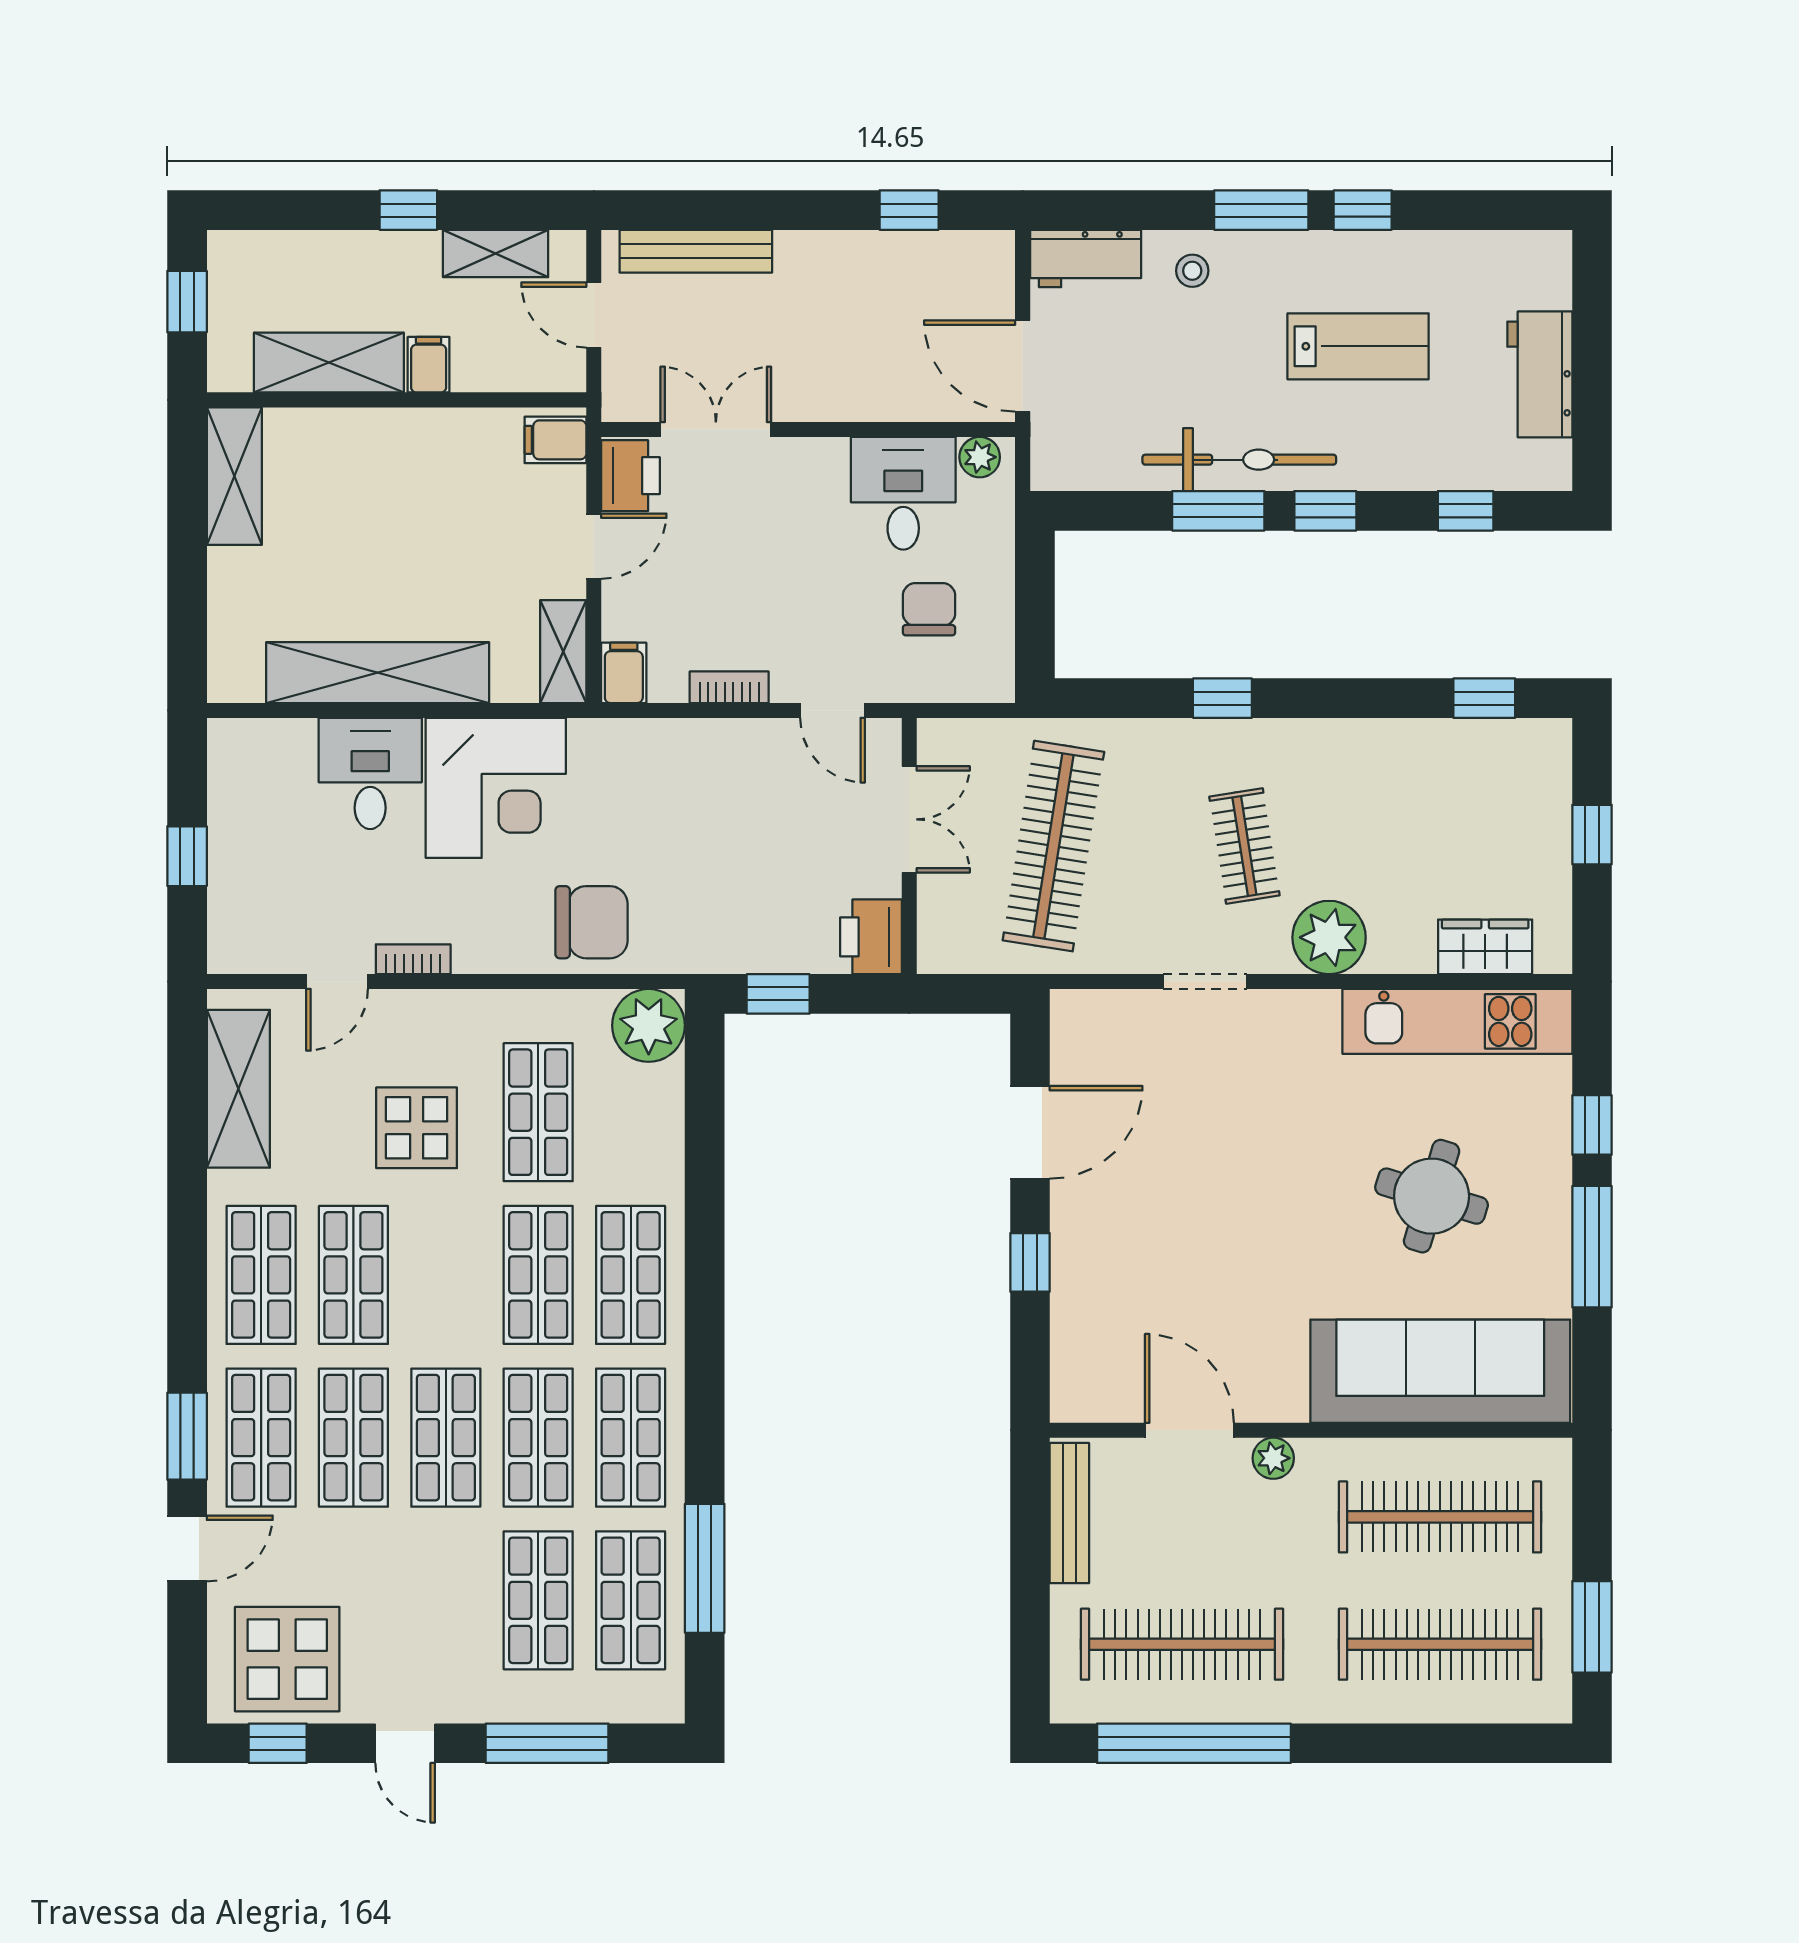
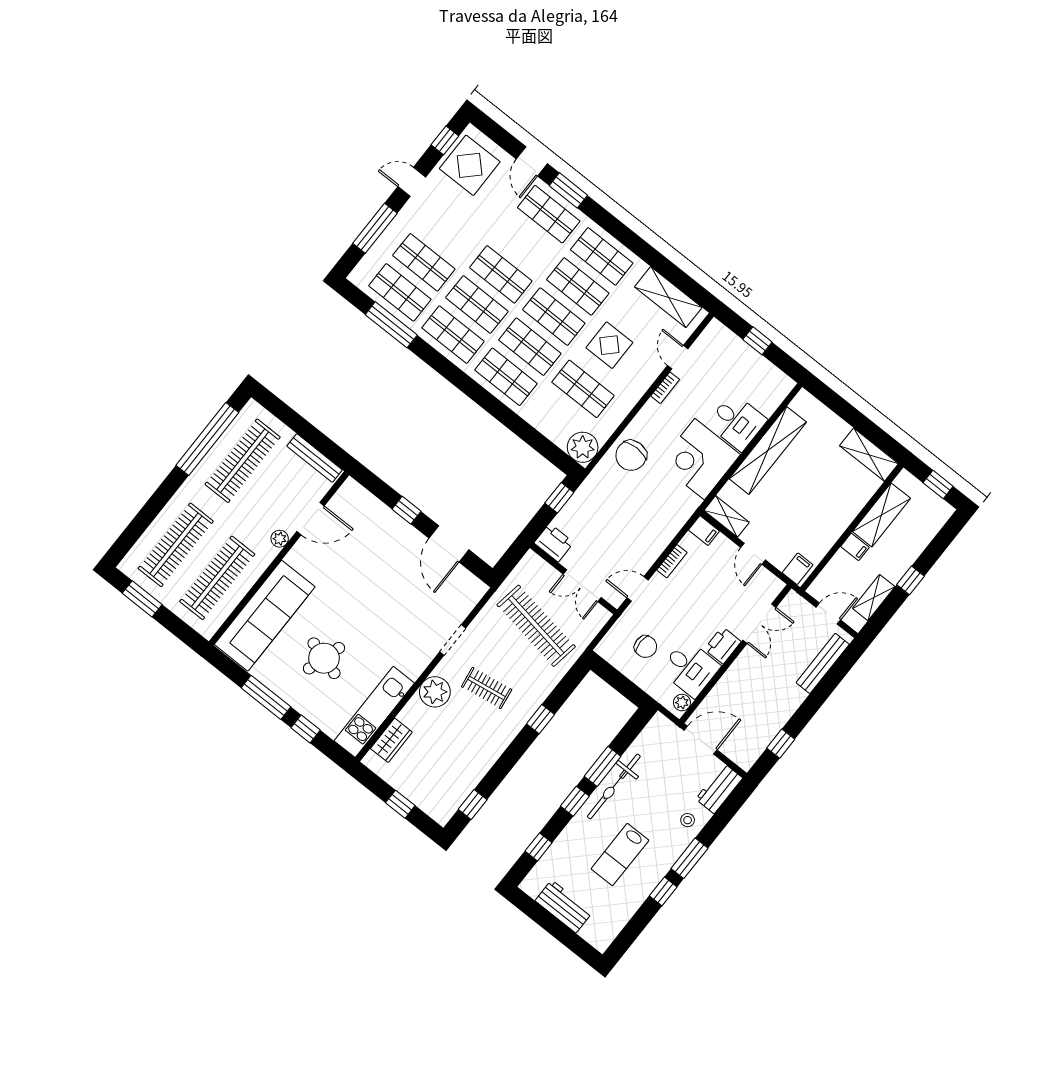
printer: (630, 476) -> (723, 645), moved, turned 90
shop shelf: (353, 1438) -> (554, 317), moved

